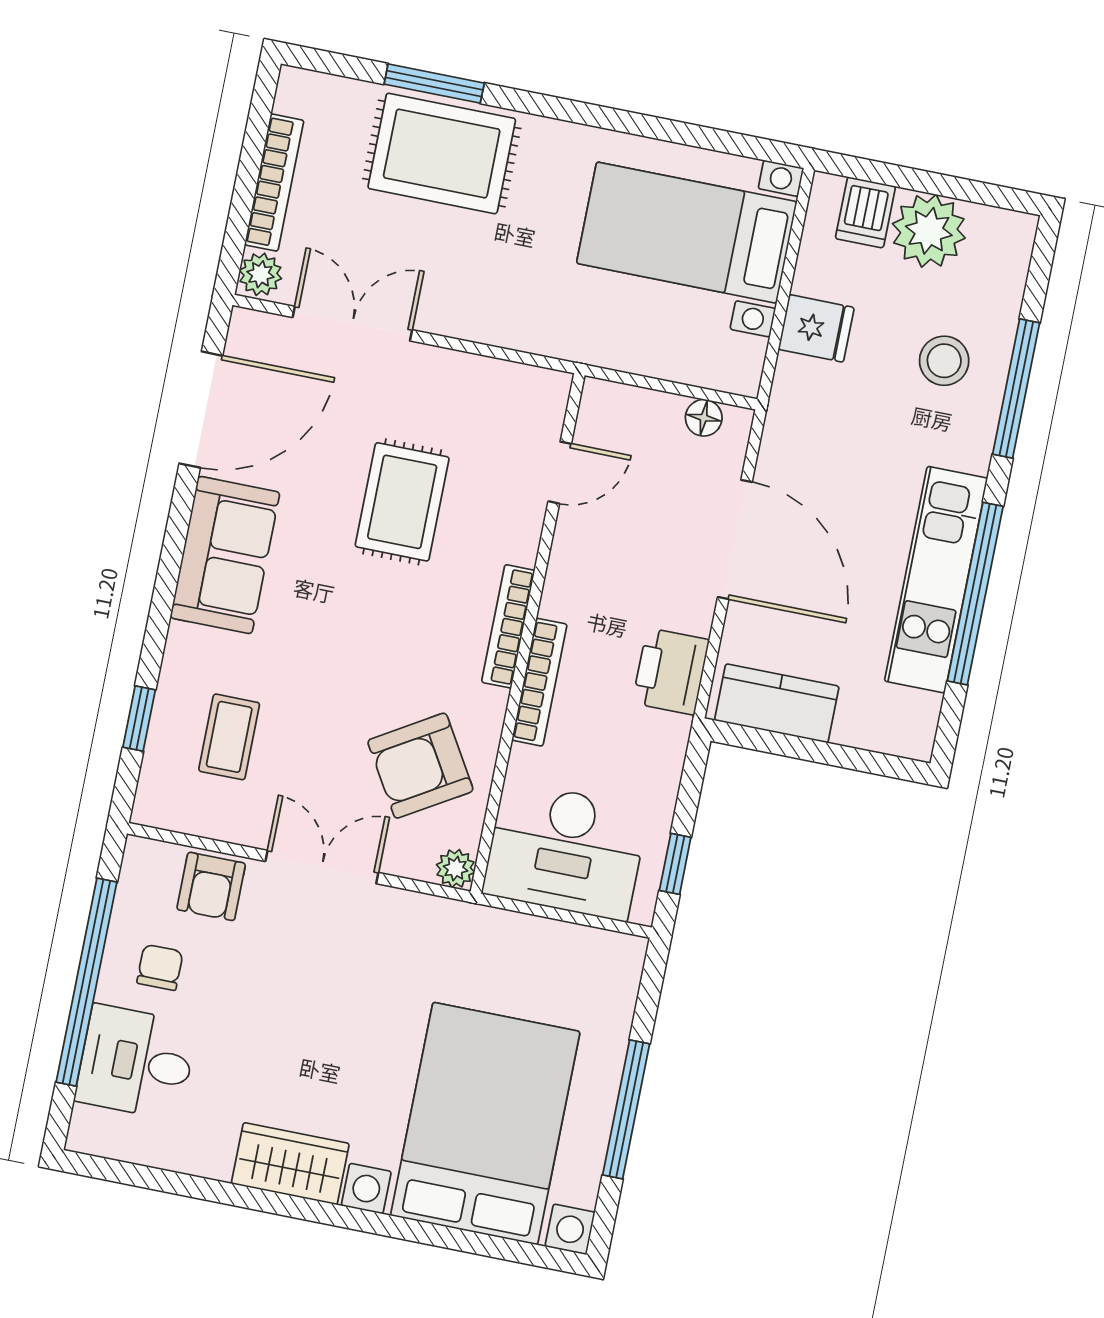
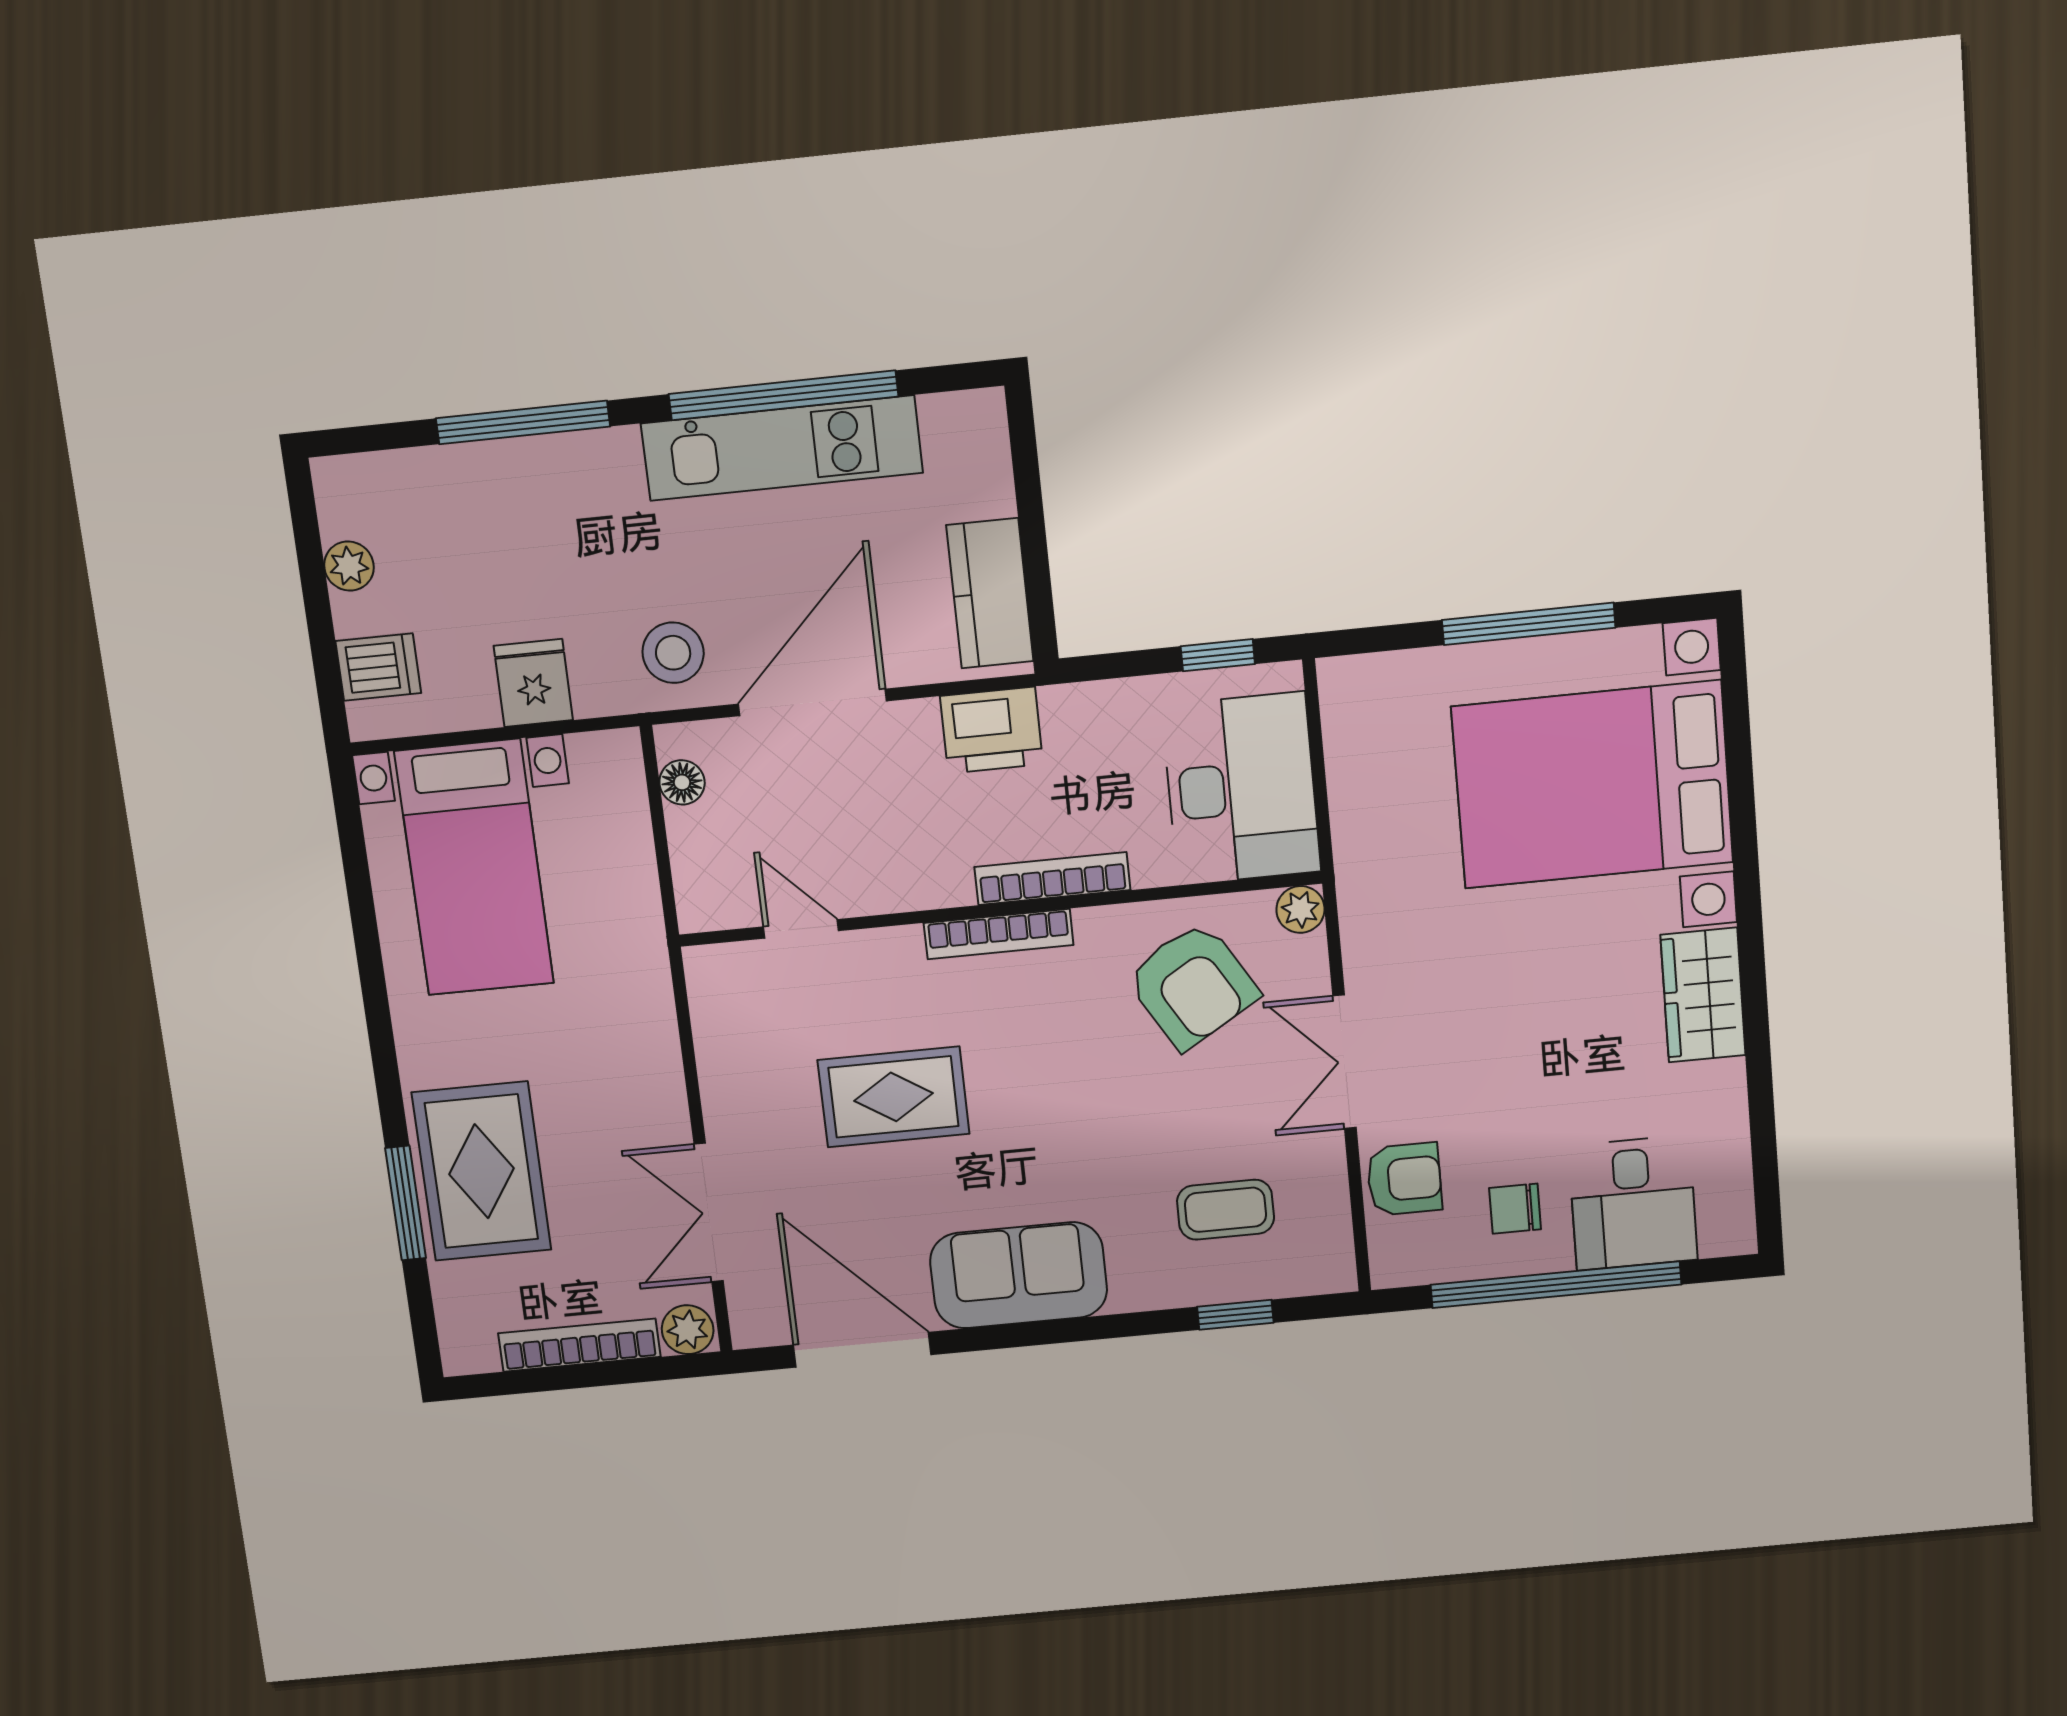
plant: (929, 231) -> (349, 566), width x0.53, depth x0.53
stool: (944, 361) -> (673, 653), moved

